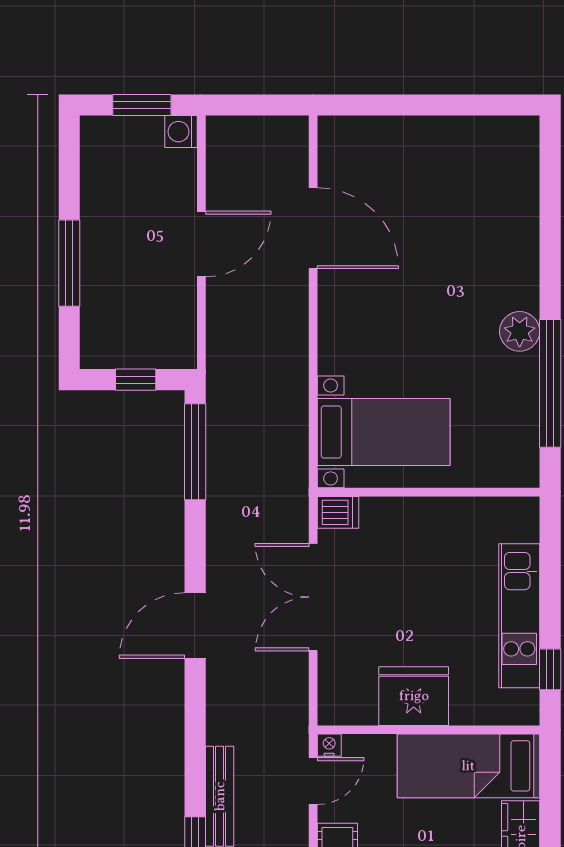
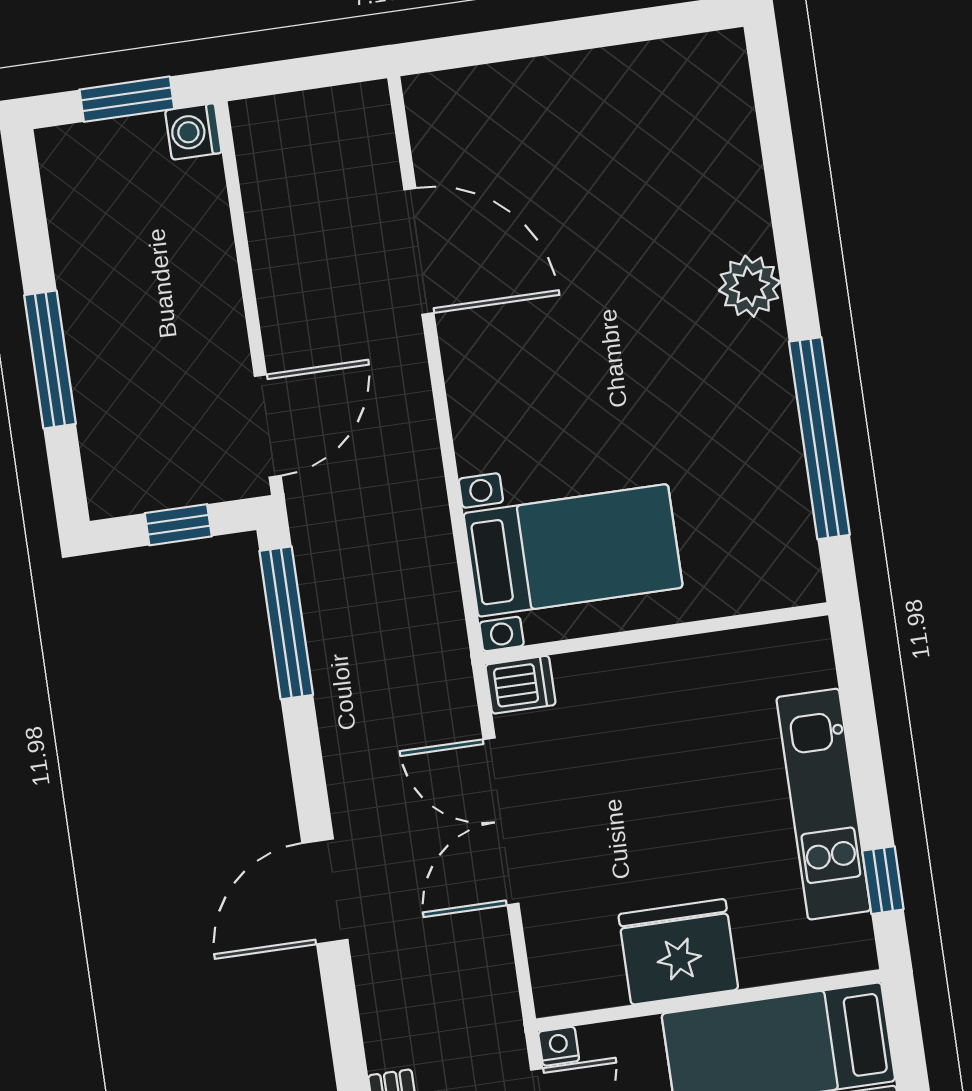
door: (201, 244) -> (268, 426), moved
plant: (520, 331) -> (749, 286), moved

